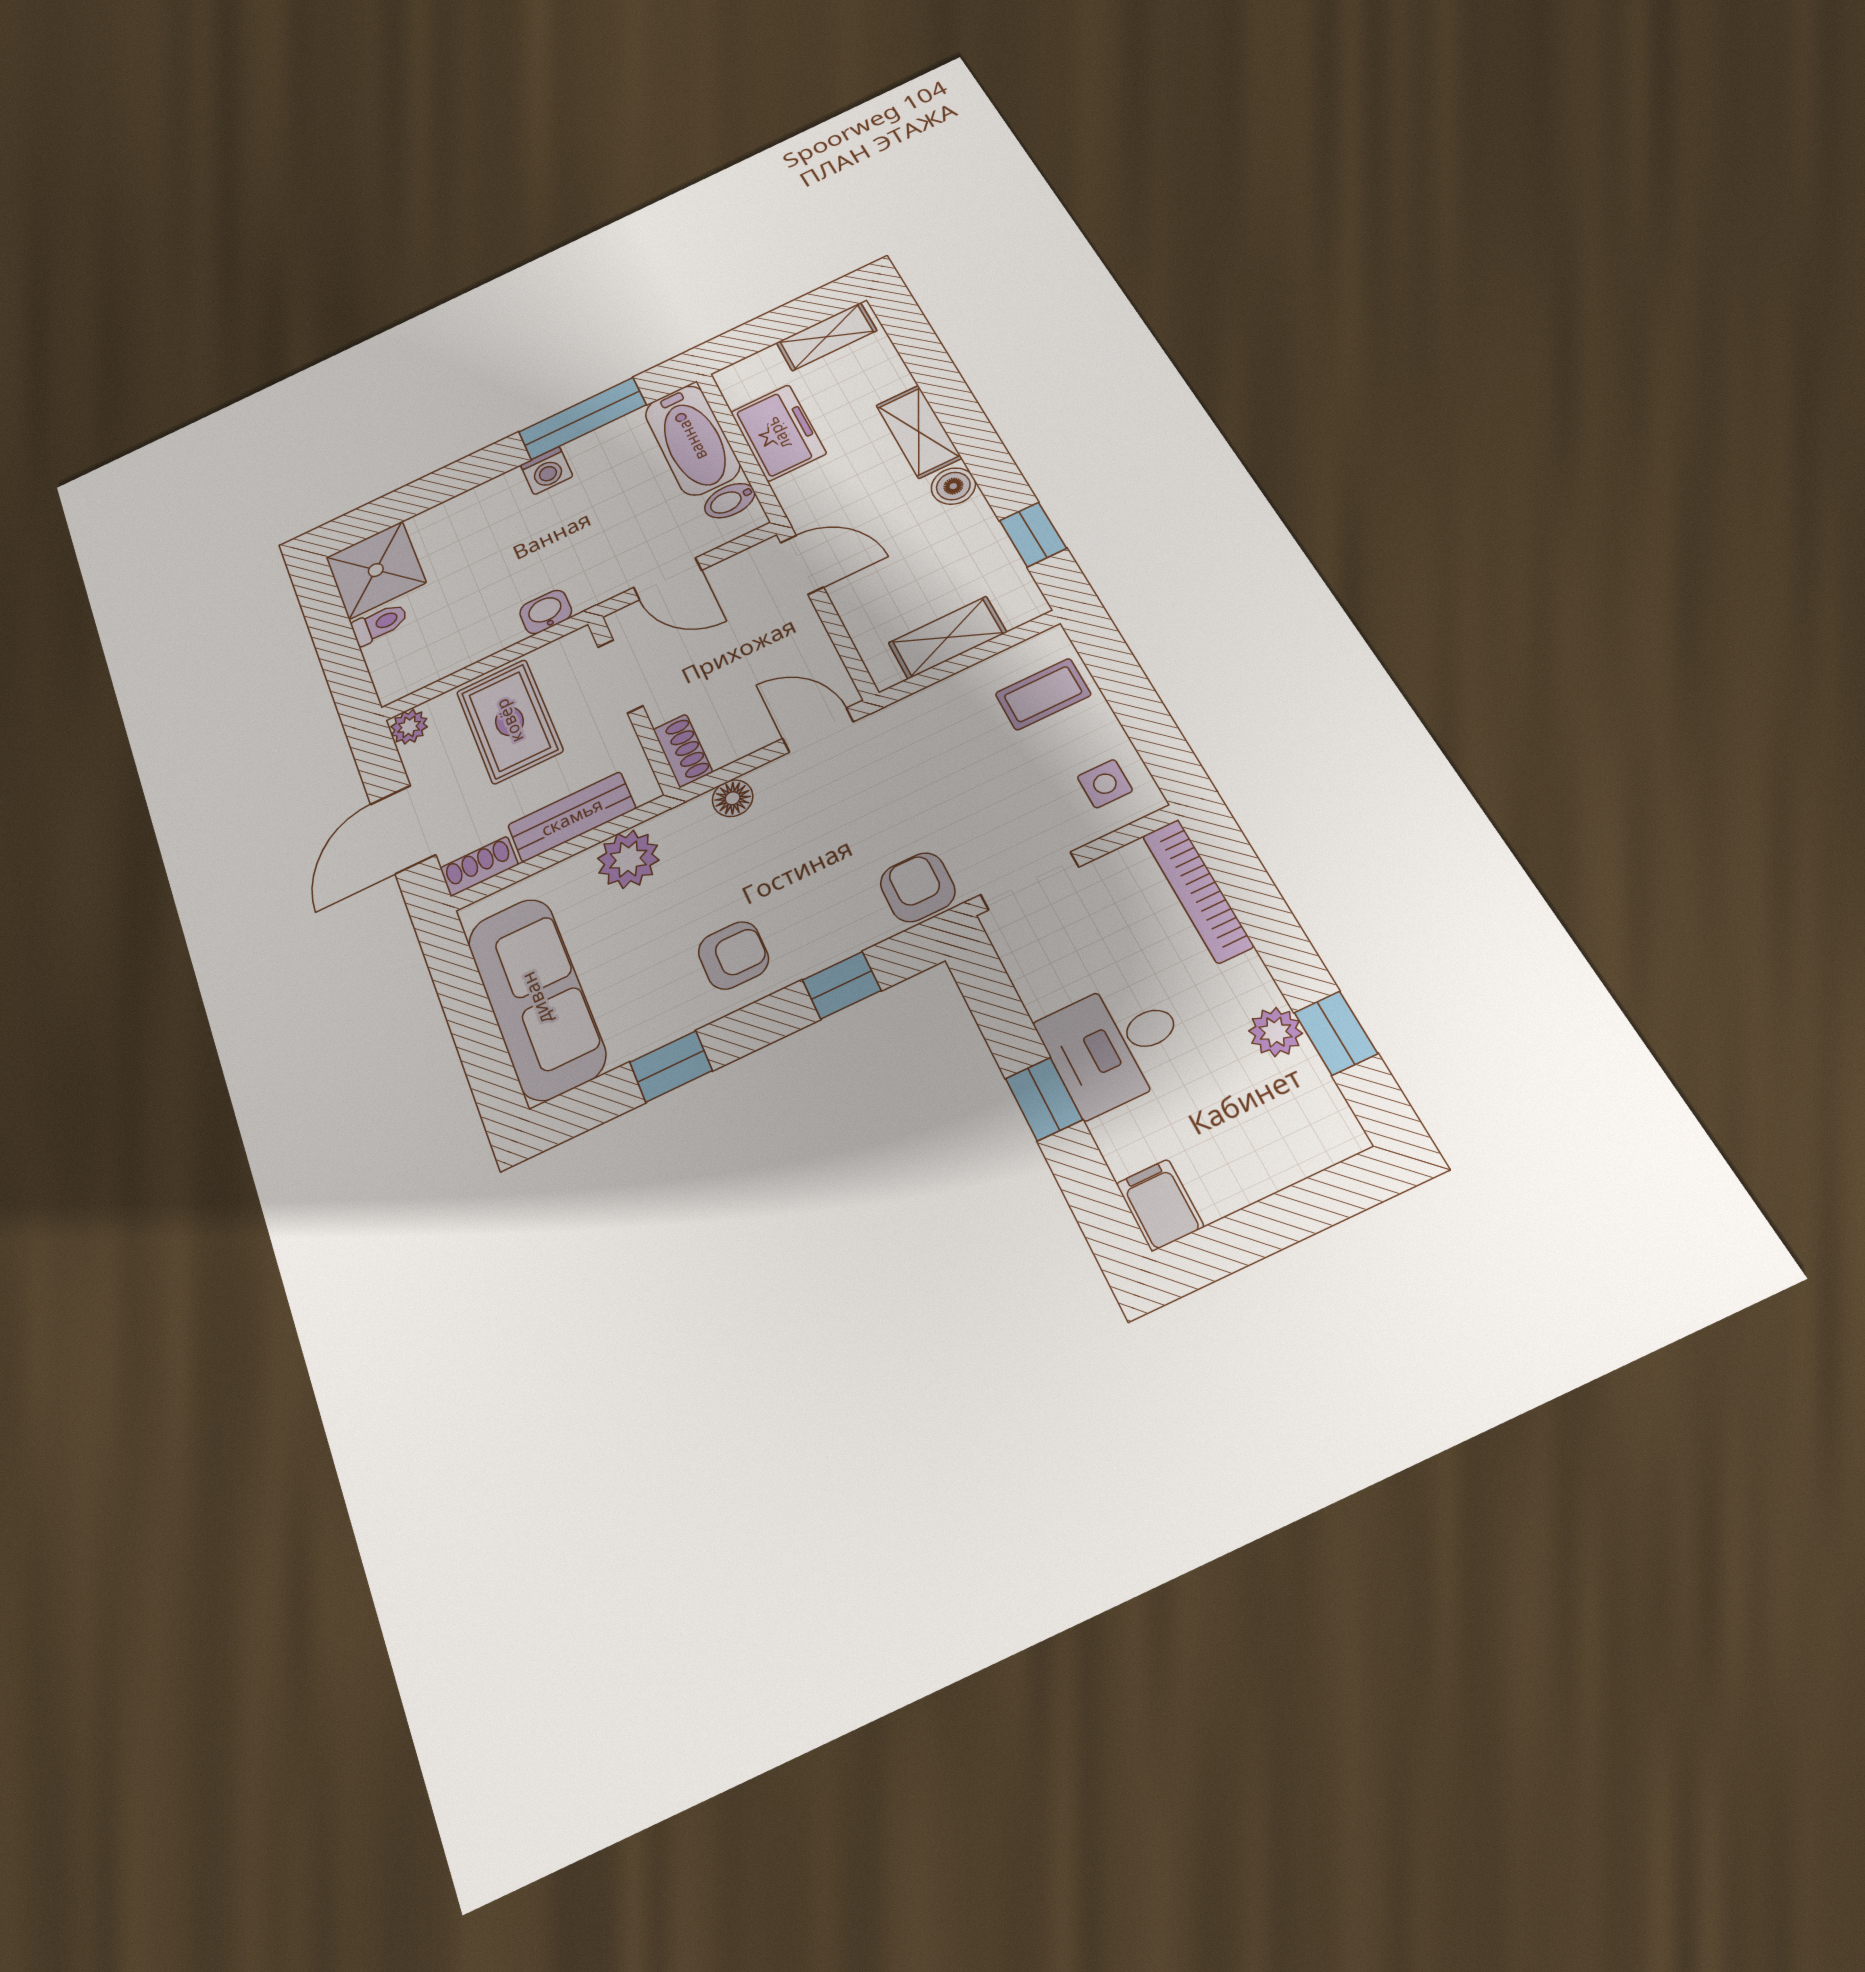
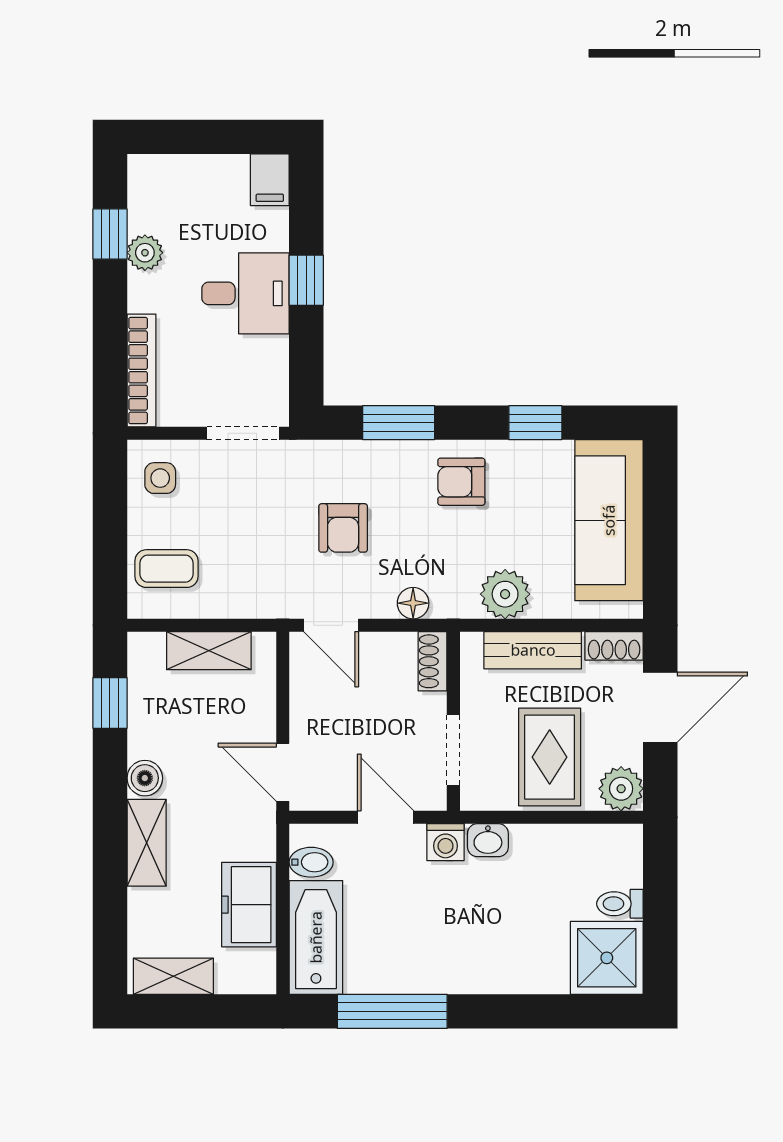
washing machine: (547, 471) -> (446, 842), moved, turned 180
plant: (409, 727) -> (621, 789), width x1.38, depth x1.38
armchair: (918, 887) -> (343, 528), moved
window: (842, 985) -> (399, 423), width x1.50

